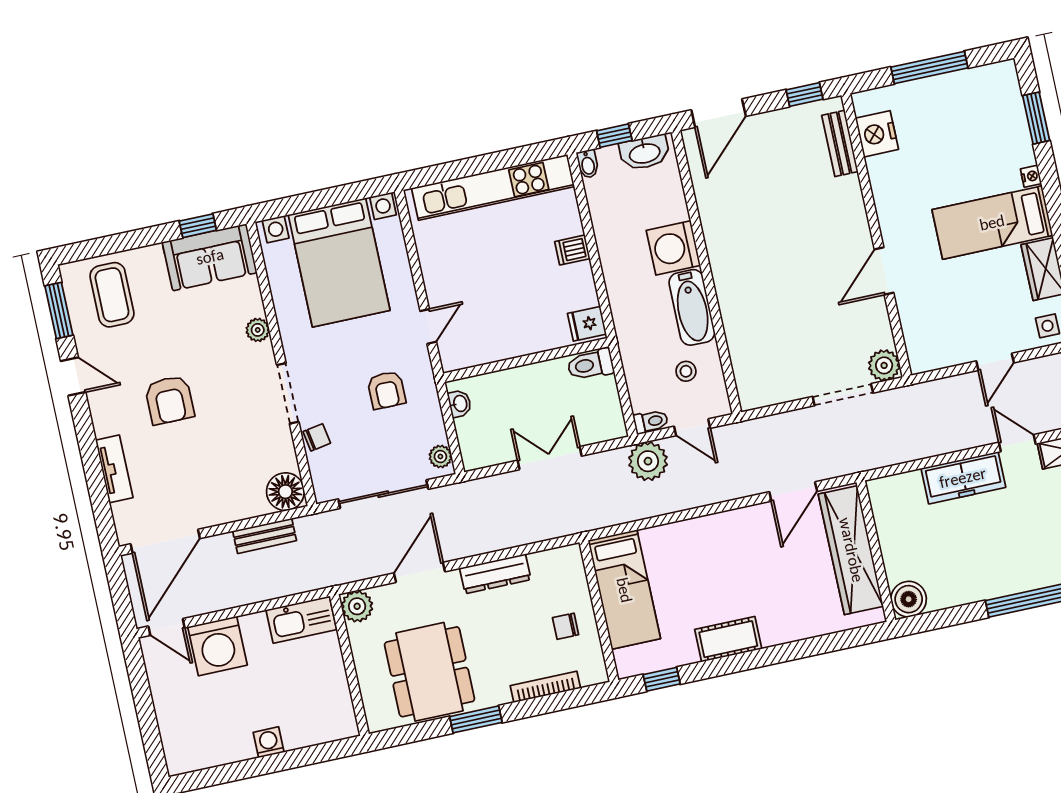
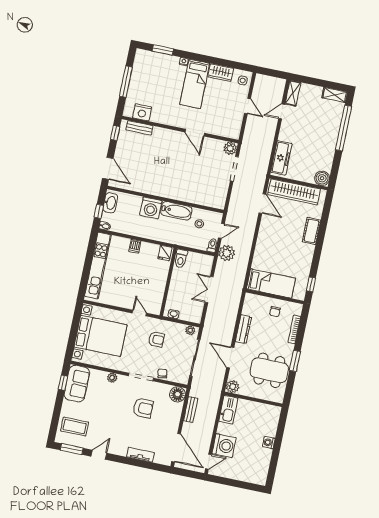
armchair: (170, 400) -> (143, 408), moved
freezer: (963, 478) -> (281, 158), moved
cot: (728, 639) -> (311, 231), moved

